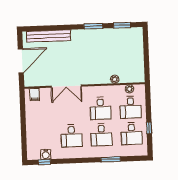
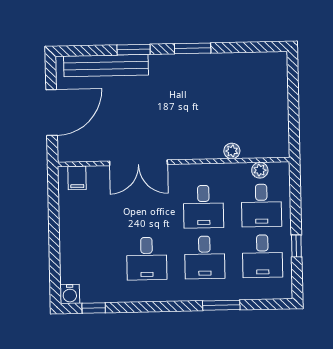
window: (122, 25) -> (134, 50), moved
water cooler: (46, 154) -> (70, 294), moved

